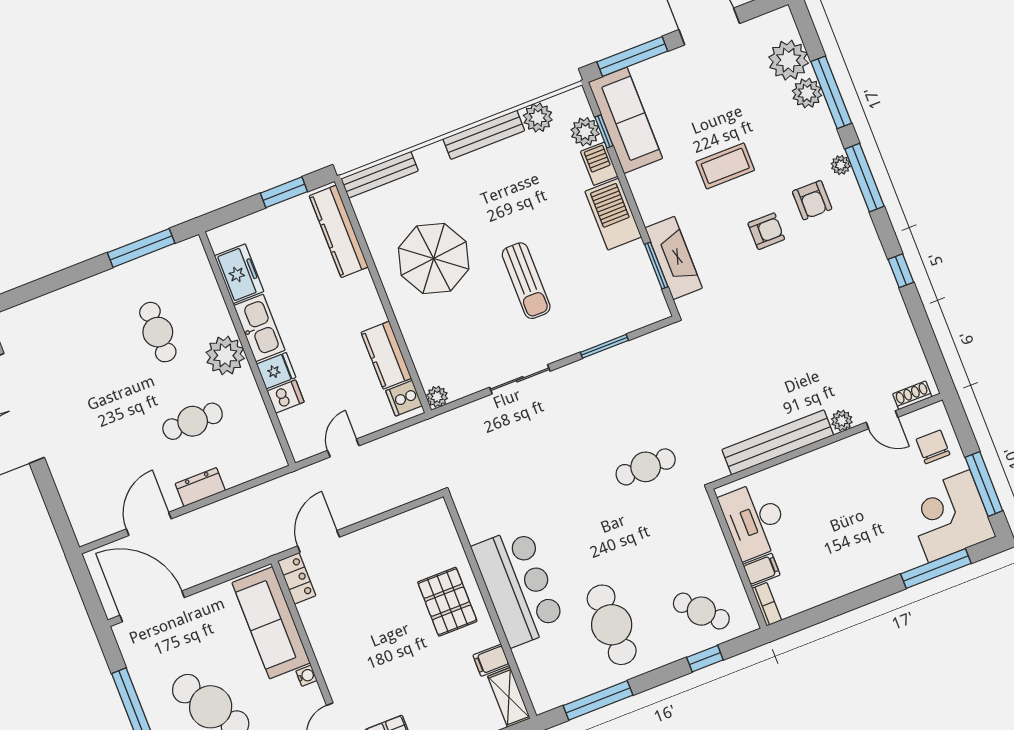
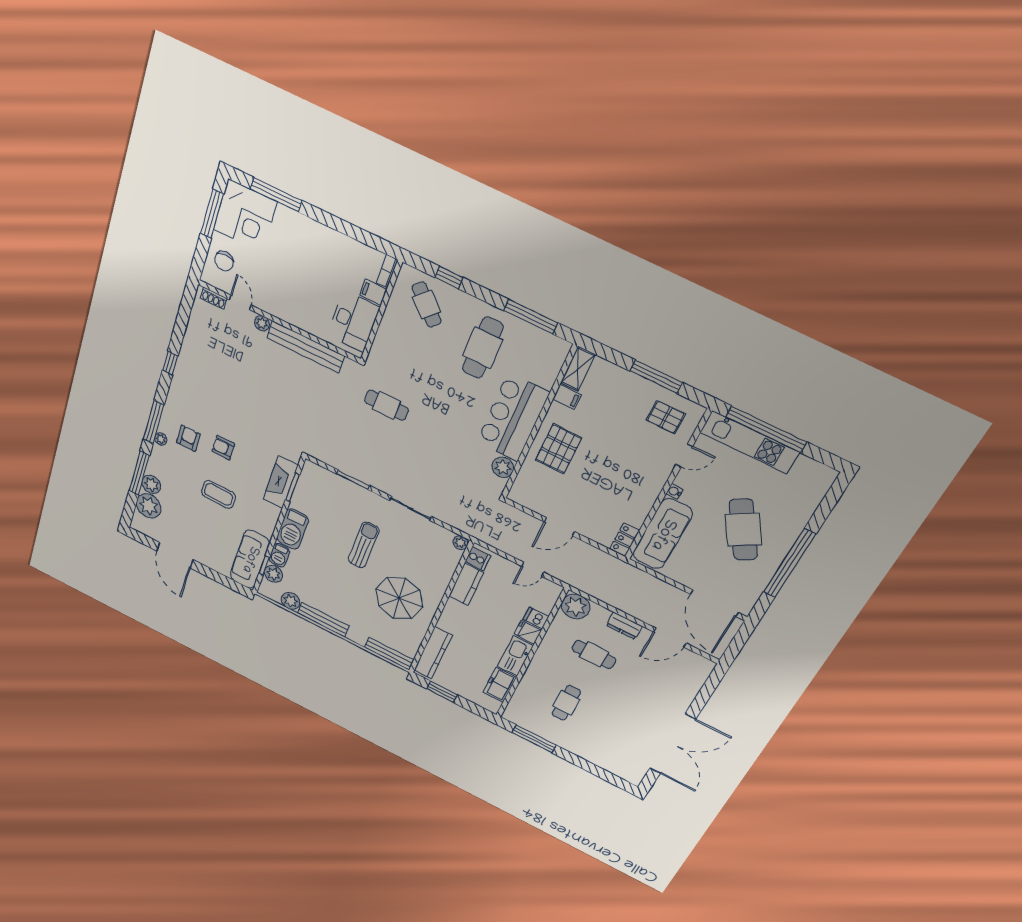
window: (632, 56) -> (222, 579), removed
plant: (225, 355) -> (576, 606), moved
plant: (478, 525) -> (503, 467), added
door: (319, 542) -> (559, 527), moved

